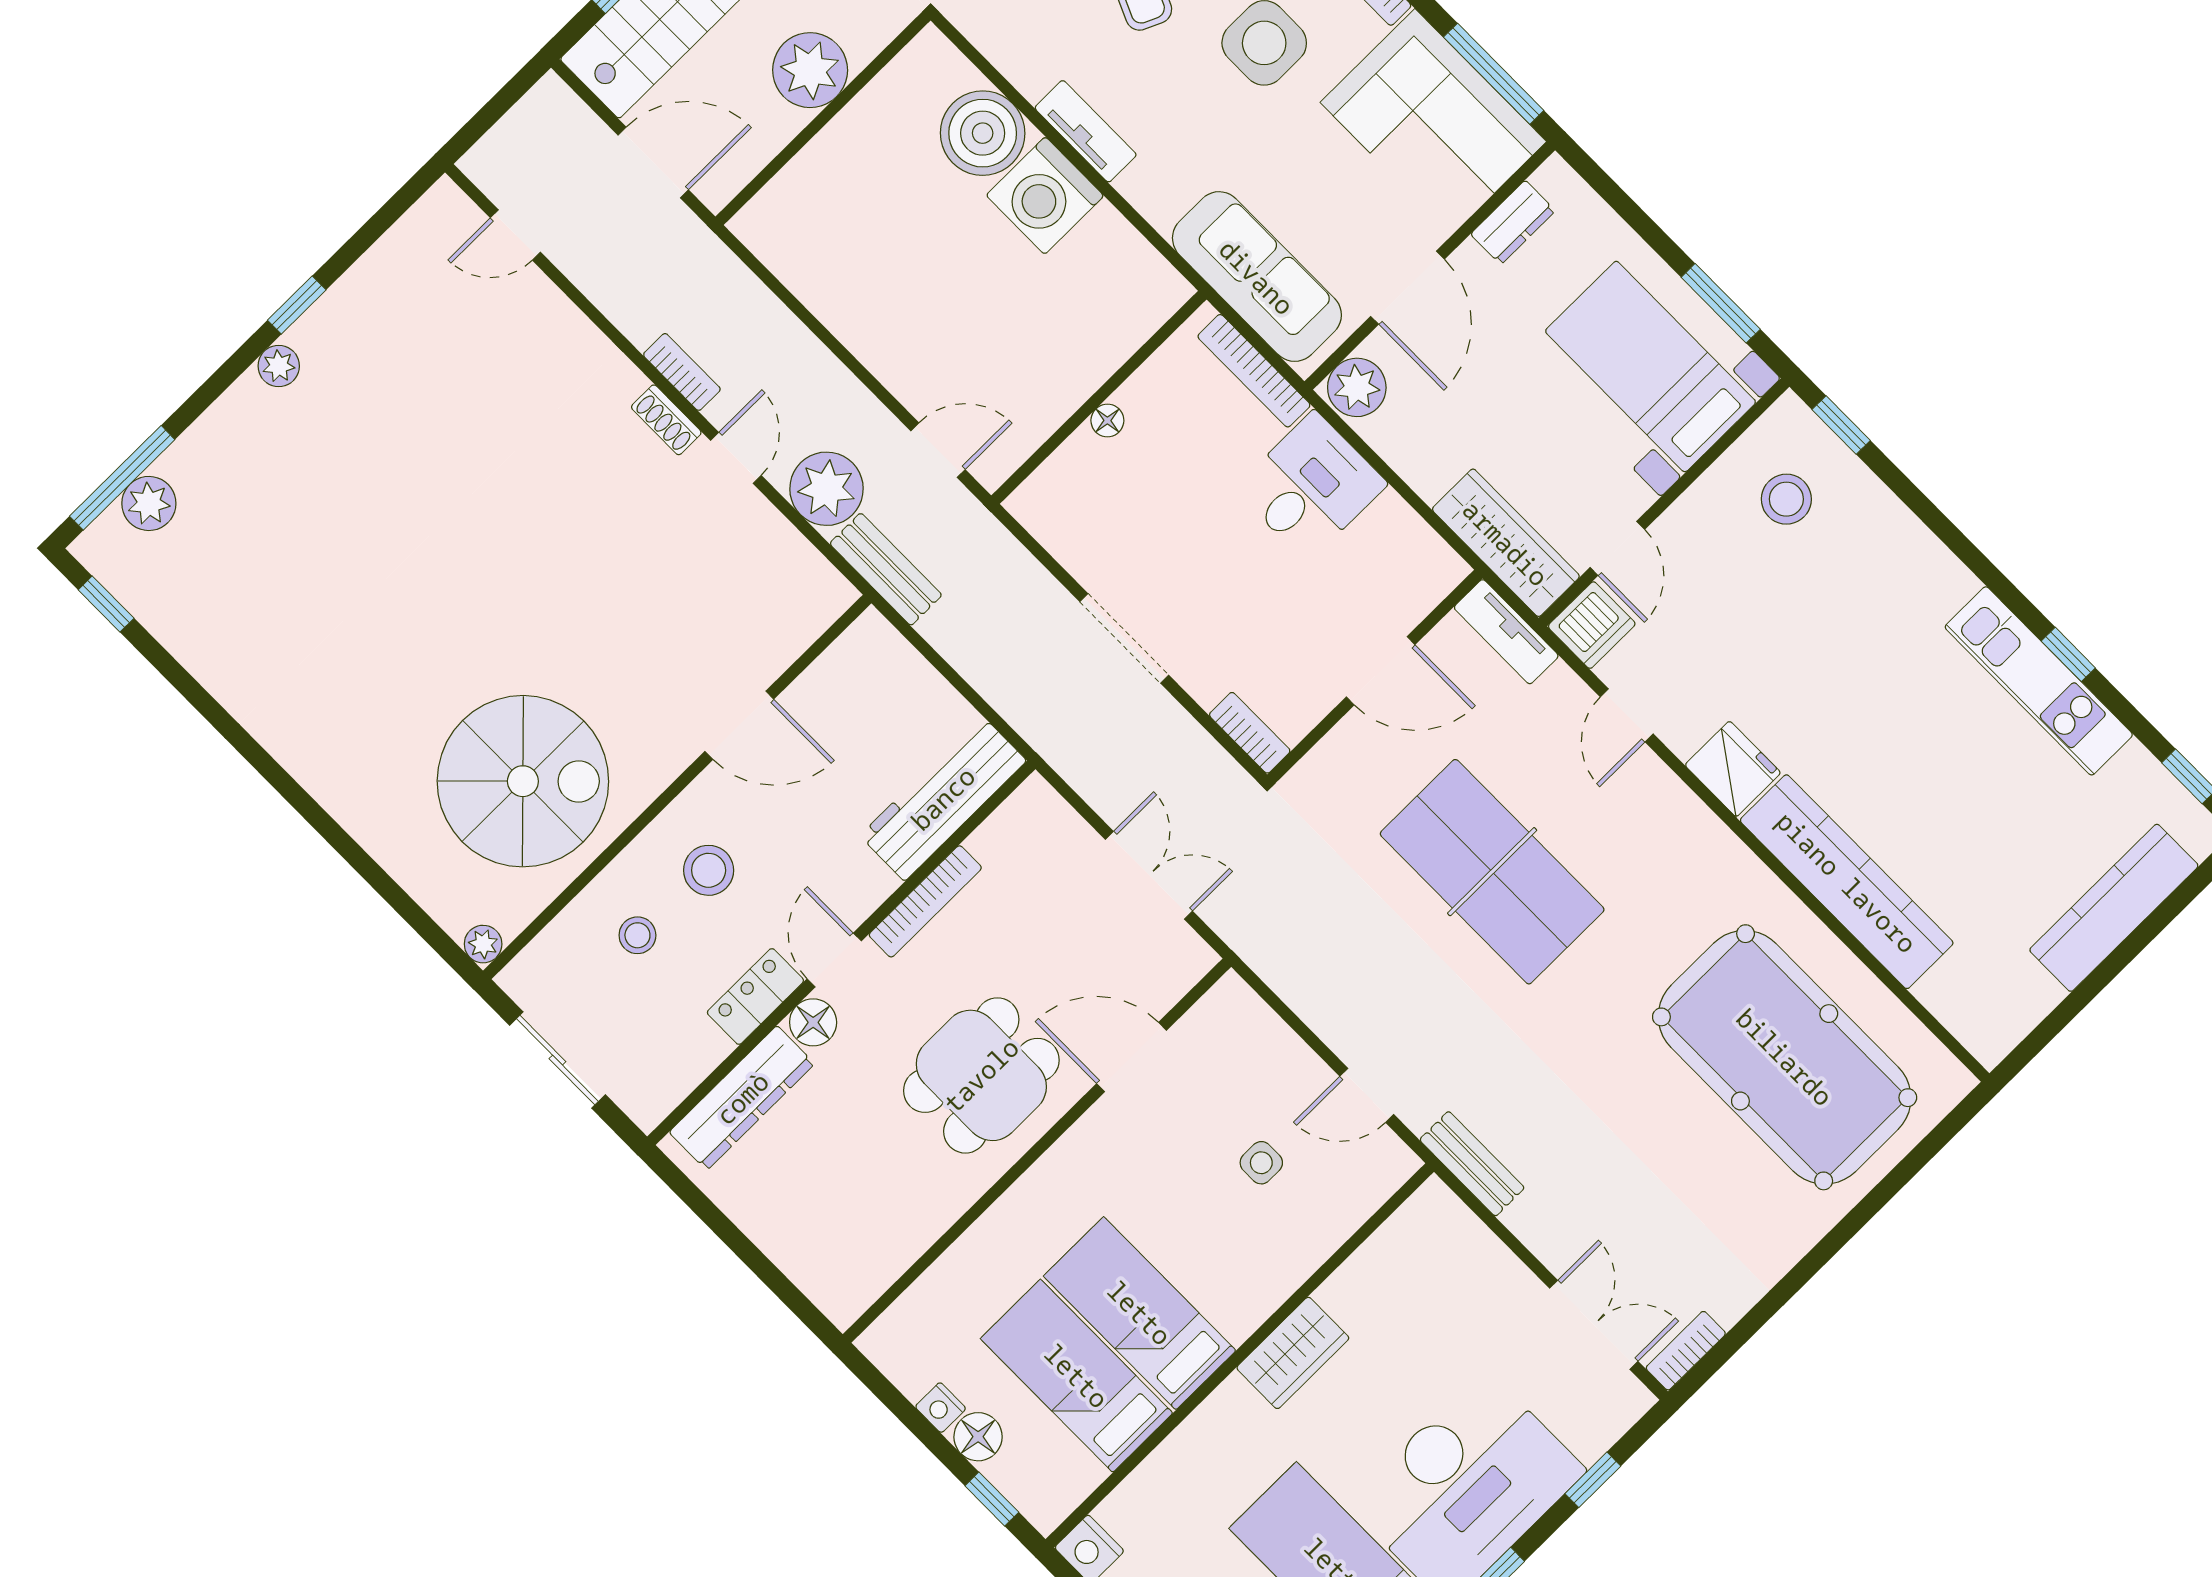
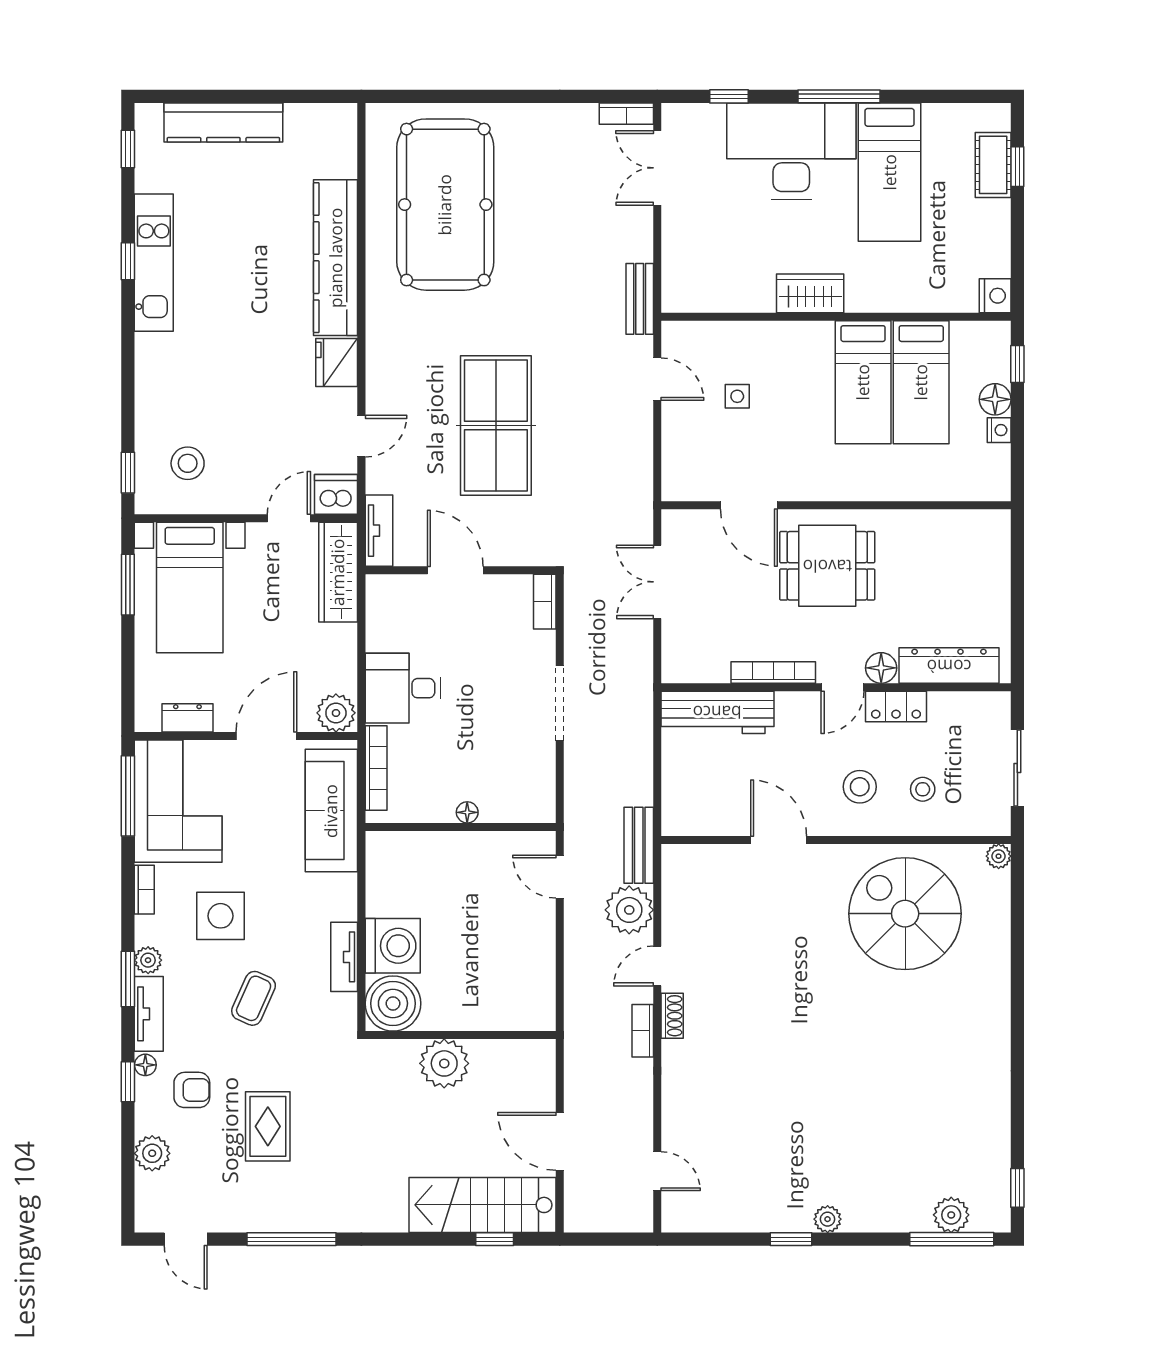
plant: (810, 70) -> (444, 1063), moved
wall: (823, 118) -> (461, 1035), moved

